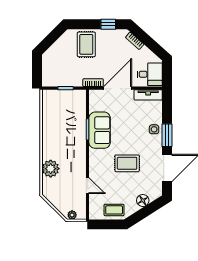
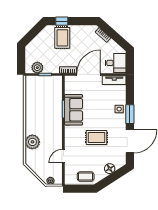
window: (108, 24) -> (62, 21), moved
plant: (56, 80) -> (37, 68), added
door: (88, 186) -> (63, 156), swing flipped

